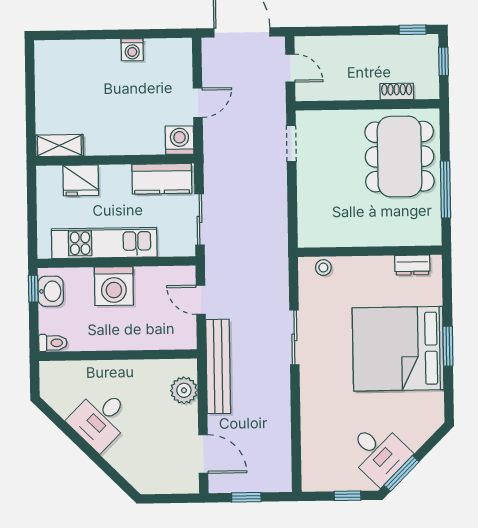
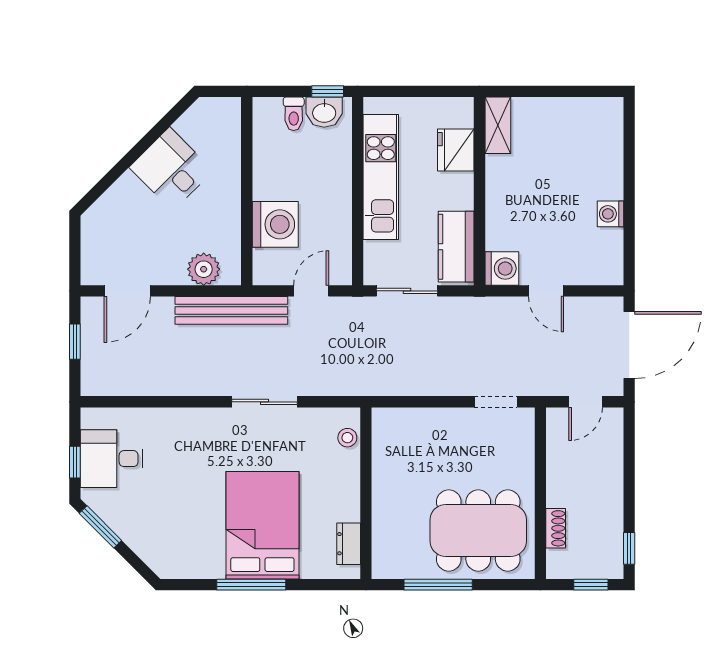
washing machine: (114, 286) -> (275, 224), moved, turned 180
toilet: (53, 343) -> (294, 114), moved
window: (448, 346) -> (251, 585), width x1.44
bed: (398, 349) -> (262, 525), width x0.73
desk: (378, 453) -> (112, 459), moved, turned 45

